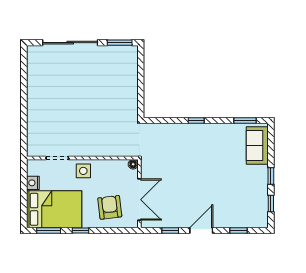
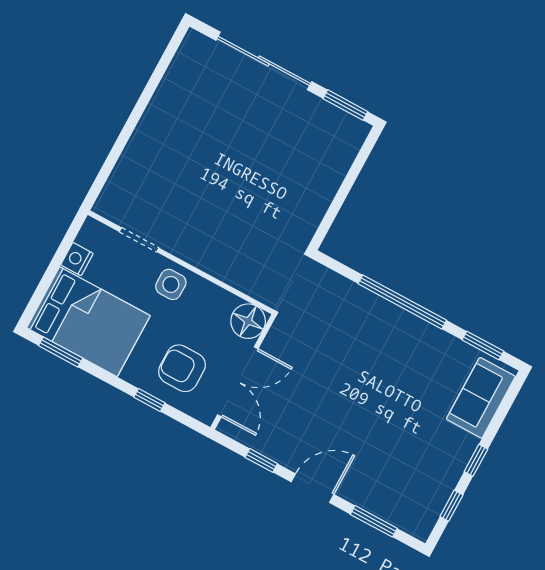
window: (196, 120) -> (402, 302), width x3.17
floor lamp: (133, 164) -> (248, 321), width x1.89, depth x1.89
armchair: (110, 207) -> (182, 368), turned -83
window: (81, 231) -> (149, 400), moved
window: (238, 231) -> (374, 521), width x1.50

